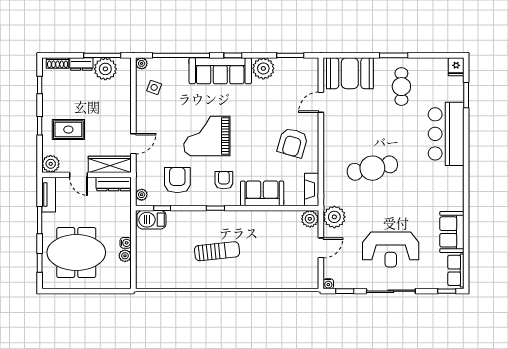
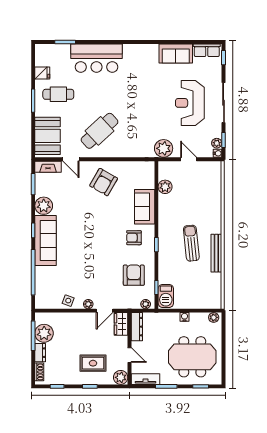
plant: (142, 63) -> (88, 304), moved
fridge: (456, 67) -> (42, 73), moved
side table: (154, 87) -> (68, 301), moved
rug: (68, 130) -> (93, 363), turned 90
grand piano: (207, 136) -> (98, 251), removed
armchair: (293, 143) -> (104, 182), turned 104
door: (133, 144) -> (104, 311), swing flipped
wardrobe: (110, 164) -> (121, 324), width x0.67
cafe table: (372, 168) -> (100, 131), moved, turned 59
door: (79, 175) -> (130, 355), hinge flipped
armchair: (177, 180) -> (134, 275), turned 90
fireplace: (312, 189) -> (48, 167), moved
plant: (310, 219) -> (165, 187), moved
reception desk: (391, 249) -> (190, 103), turned 180
meeting table: (76, 253) -> (192, 357), turned 90
plant: (125, 256) -> (214, 317), moved
bench: (205, 282) -> (216, 253), added
plant: (341, 283) -> (217, 143), added

